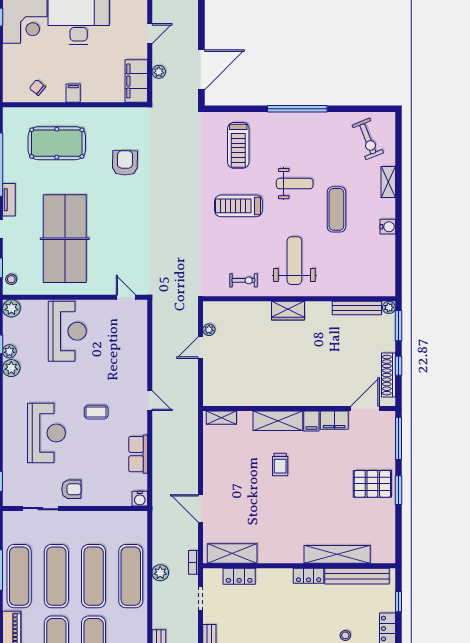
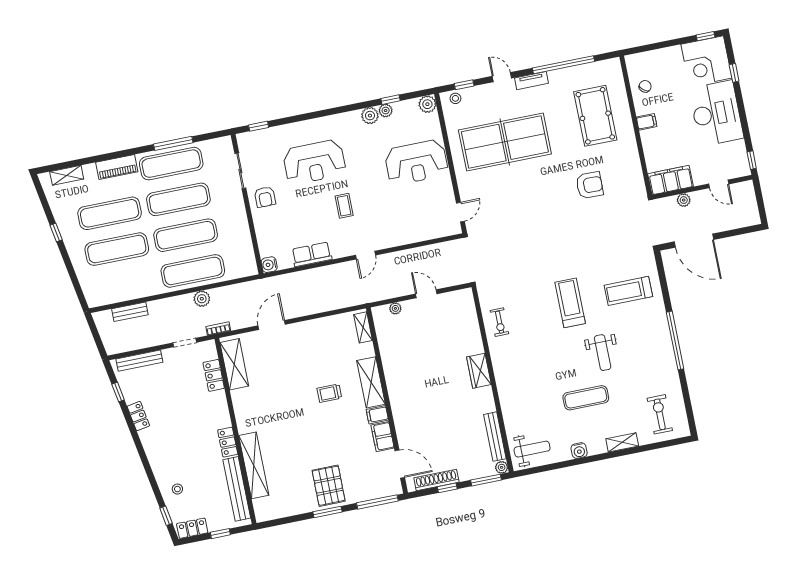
exercise bike: (368, 139) -> (660, 414), turned 112
weight bench: (294, 261) -> (532, 449), moved, width x0.73, depth x0.75
plant: (209, 330) -> (395, 308), moved

